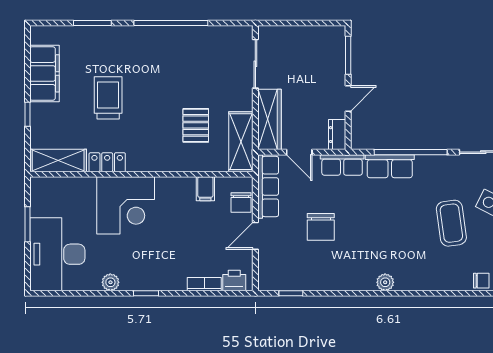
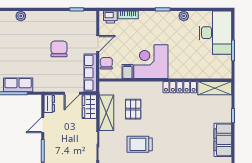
trolley: (108, 98) -> (140, 144), moved, turned 90
wardrobe: (269, 119) -> (89, 107), width x0.67
shelving: (241, 142) -> (106, 113), moved
door: (299, 152) -> (72, 93), swing flipped
locker: (107, 162) -> (180, 87), width x1.53
row of seats: (342, 165) -> (46, 86), removed
corner desk: (126, 205) -> (151, 62), moved

